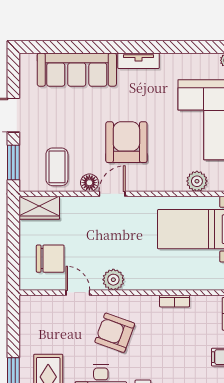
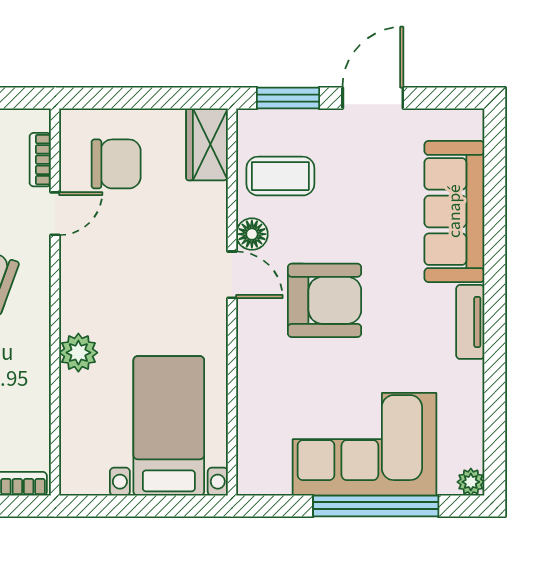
plant: (197, 181) -> (255, 426), removed
chair: (50, 259) -> (116, 164), turned -90
plant: (113, 280) -> (78, 353), moved
bookcase: (175, 301) -> (40, 160), moved

